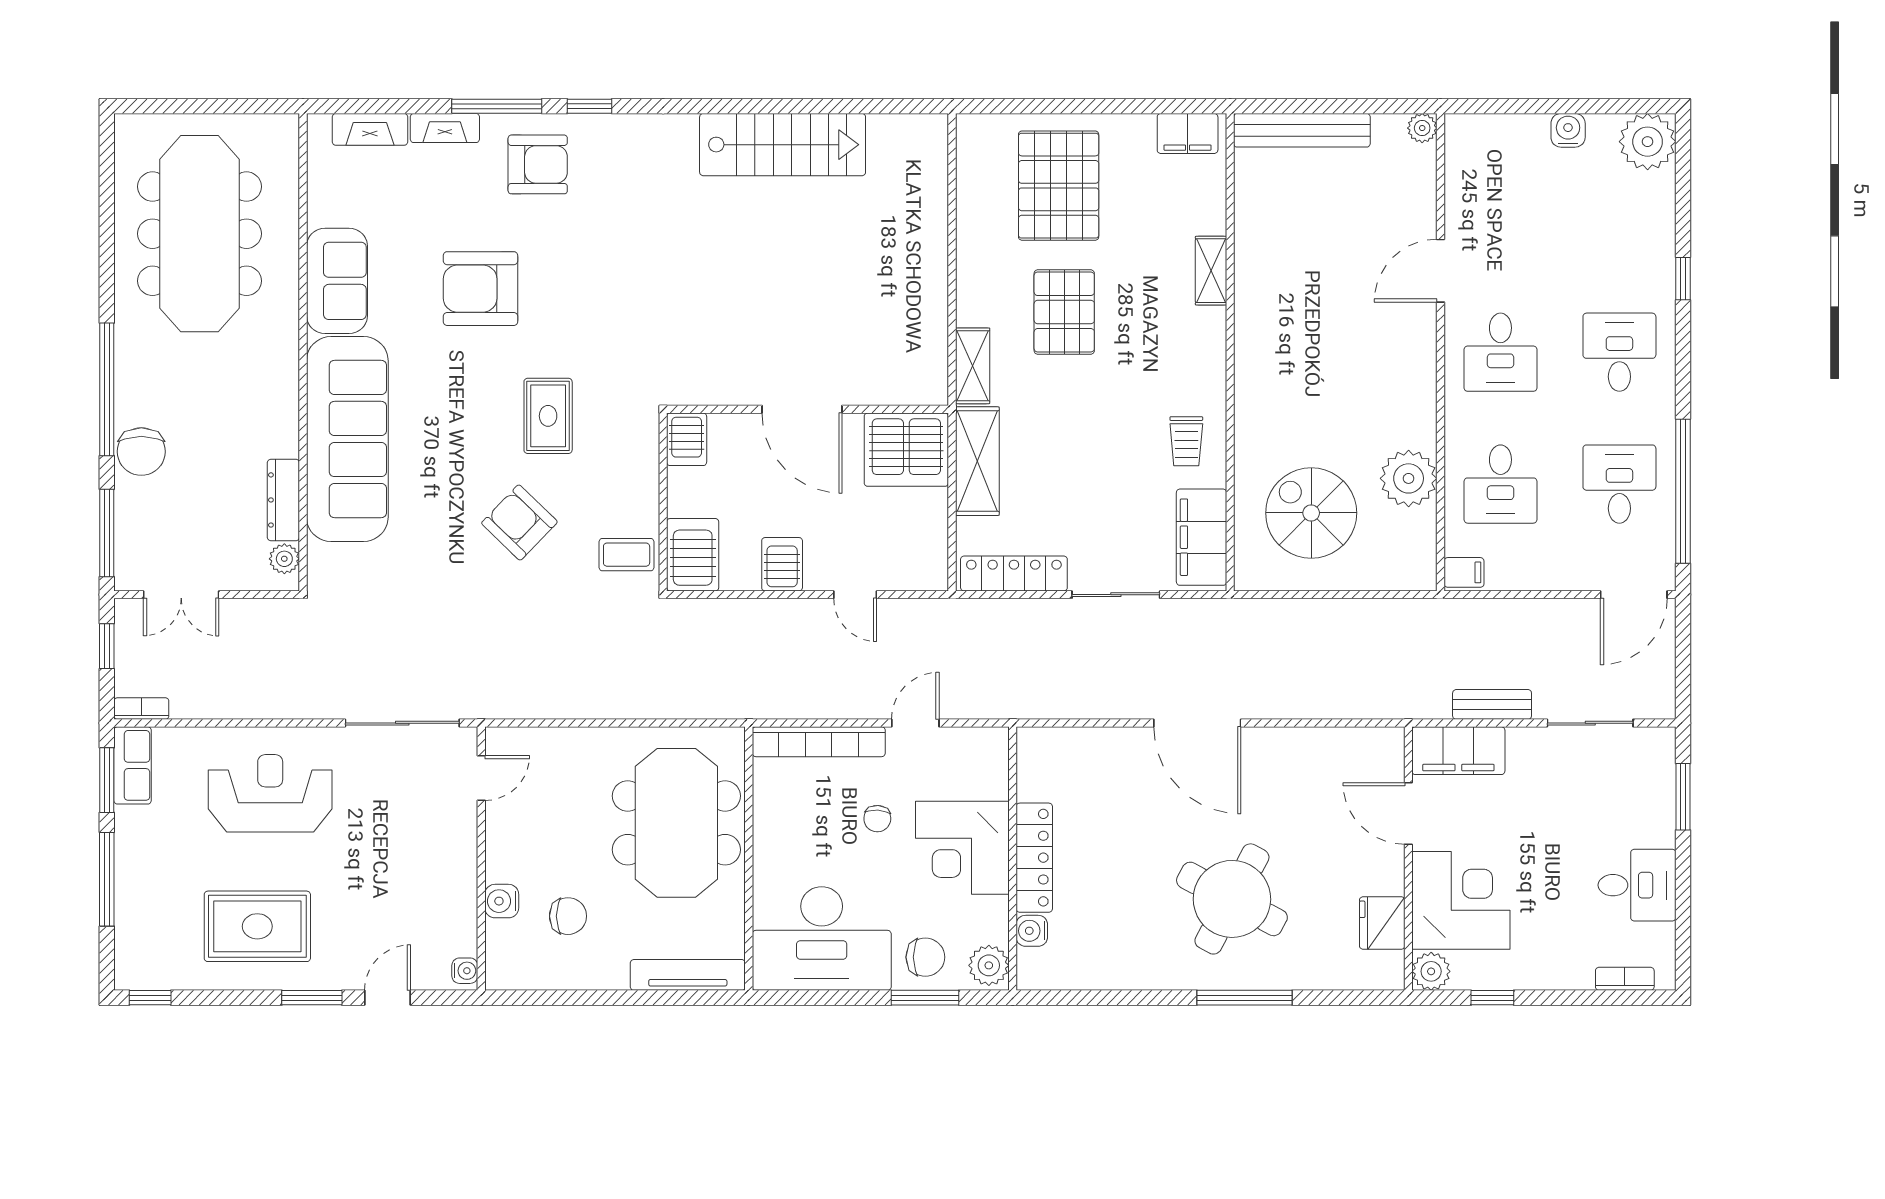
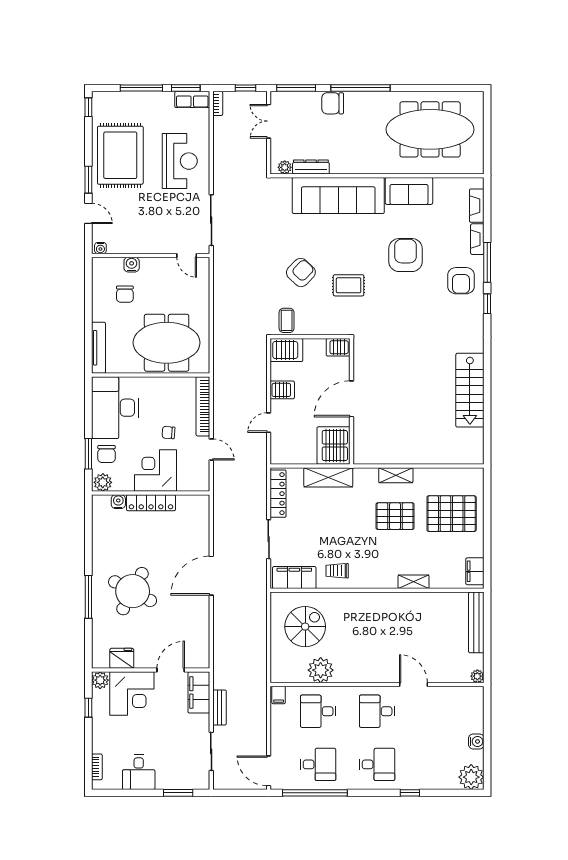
shelving: (973, 366) -> (396, 475), moved
rug: (257, 926) -> (120, 155), width x1.37, depth x1.44

